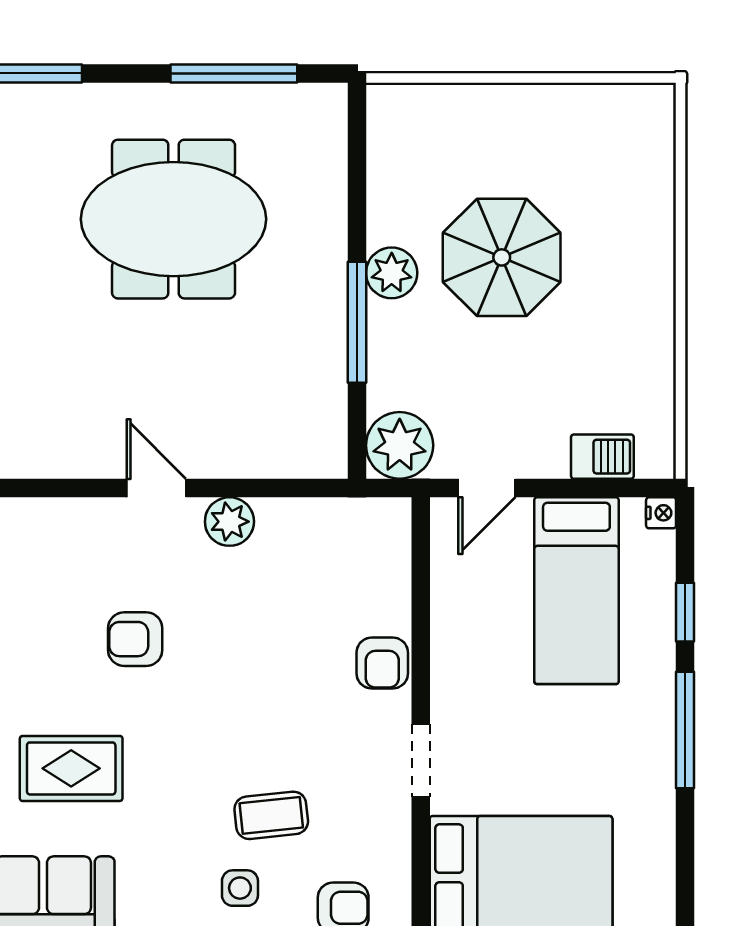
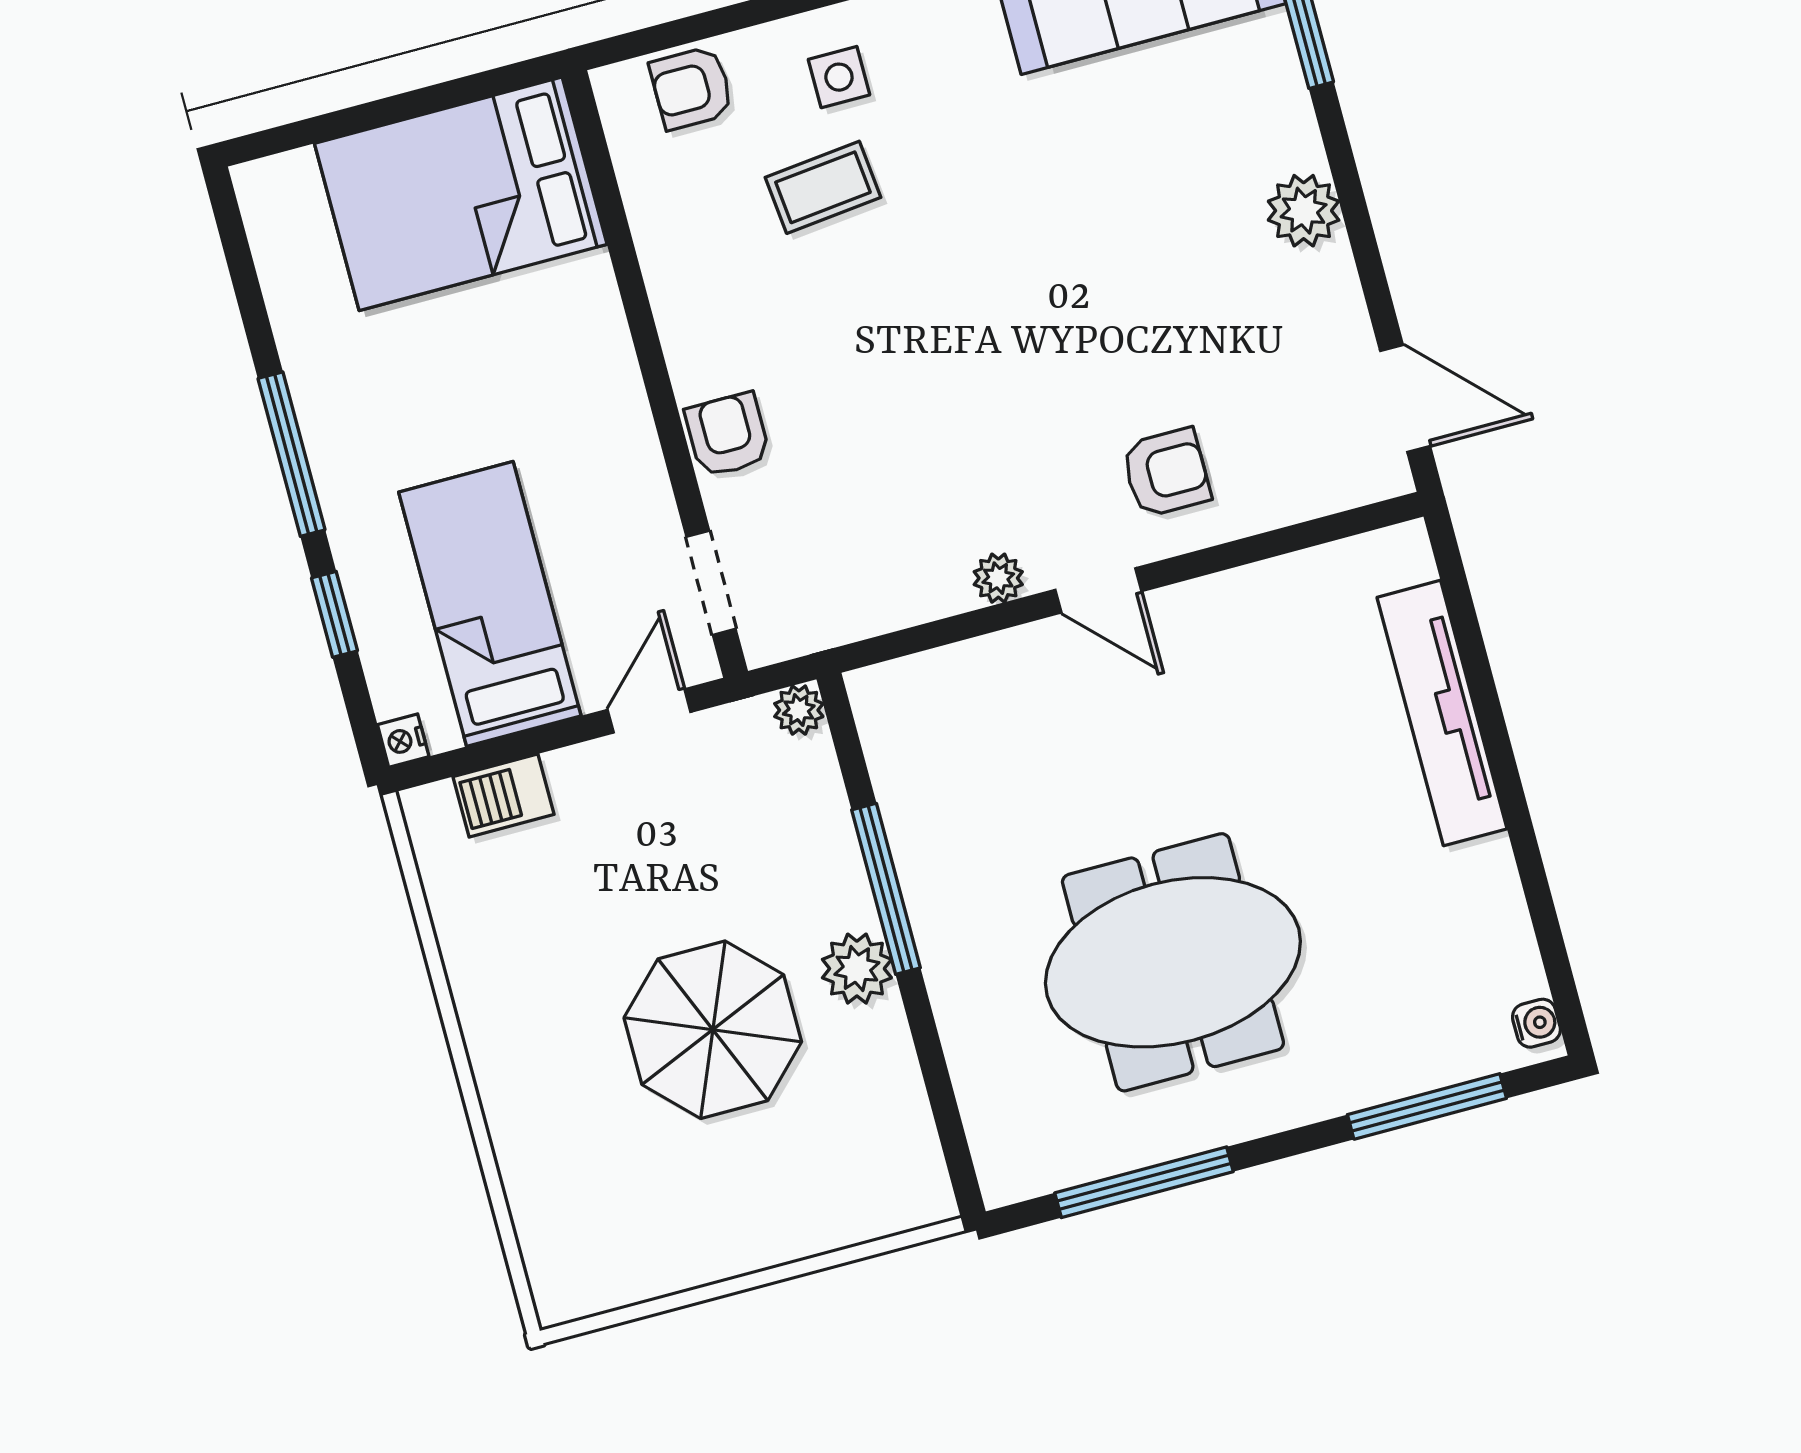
plant: (400, 445) -> (799, 710), width x0.53, depth x0.53
plant: (229, 522) -> (998, 578), width x0.73, depth x0.73
armchair: (135, 639) -> (1166, 473), moved
doorway: (421, 760) -> (711, 583), moved
rug: (71, 768) -> (1112, 178), removed

